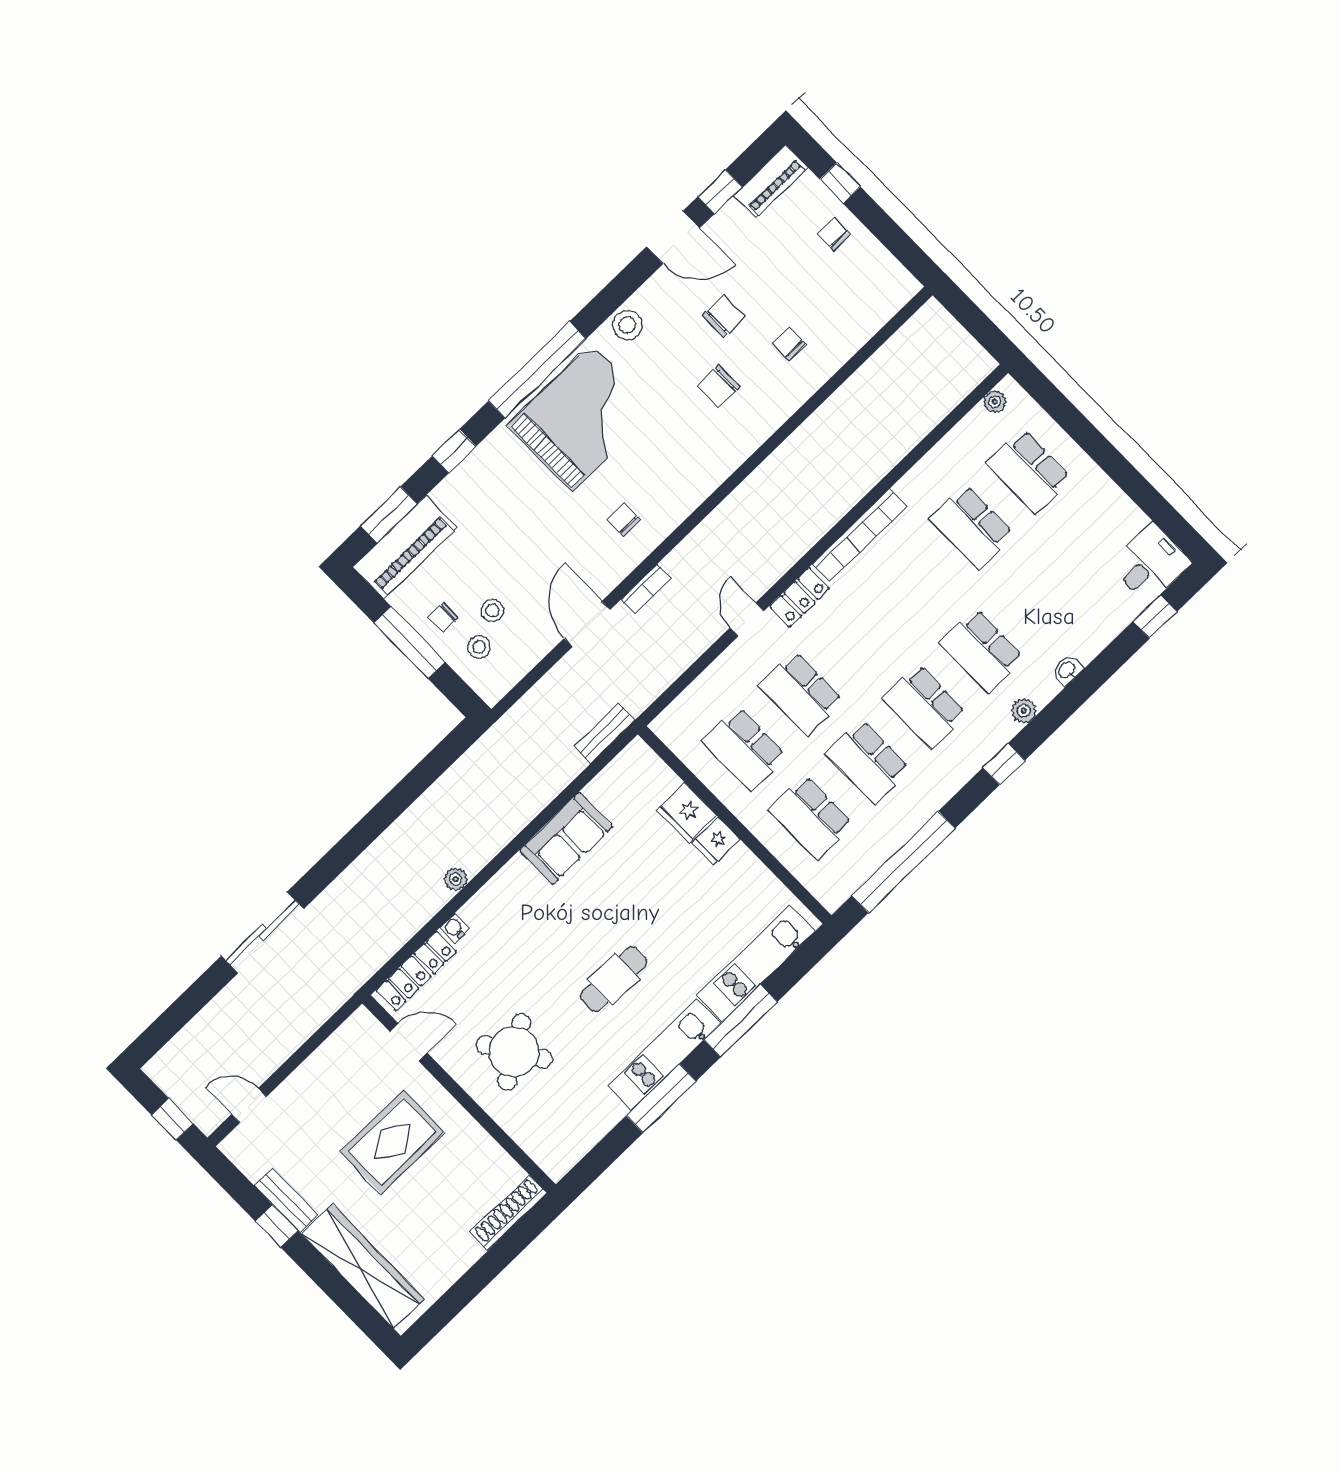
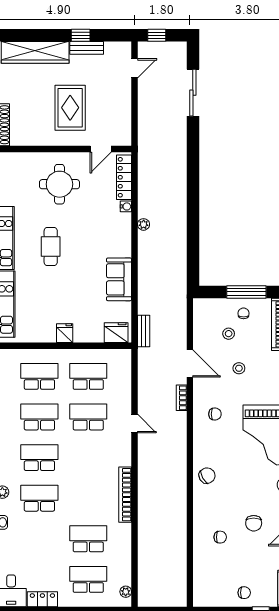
chair: (719, 386) -> (207, 476), moved, turned 60
locker: (800, 597) -> (42, 599), moved, turned 90
stool: (479, 647) -> (239, 368), moved
fridge: (687, 813) -> (116, 333), moved
sliding door: (263, 932) -> (193, 93), moved
round table: (514, 1052) -> (59, 184), turned 32

